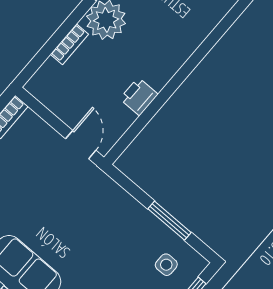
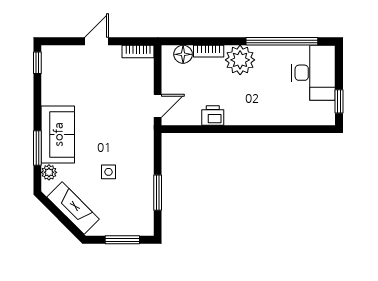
floor lamp: (50, 73) -> (183, 54), added
side table: (166, 265) -> (109, 172), moved

